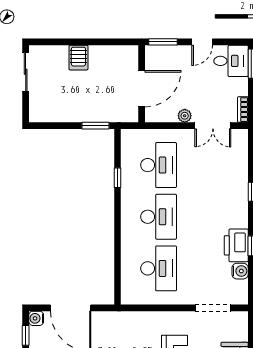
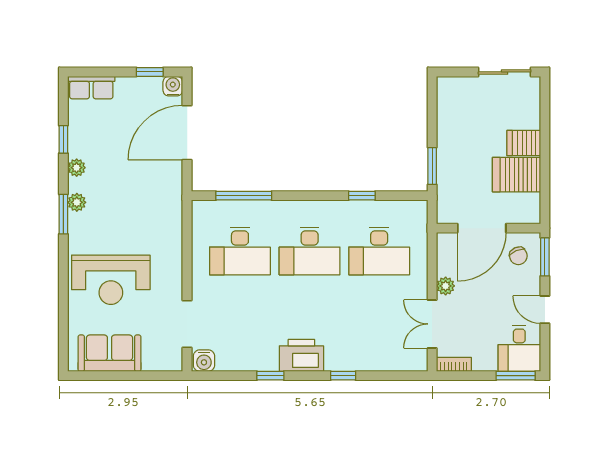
chair: (162, 62) -> (518, 256), added
server rack: (102, 63) -> (516, 175), added
door: (142, 89) -> (482, 228), hinge flipped
printer: (236, 245) -> (301, 355), moved
window: (117, 266) -> (244, 196), added
water cooler: (240, 271) -> (204, 361), moved

